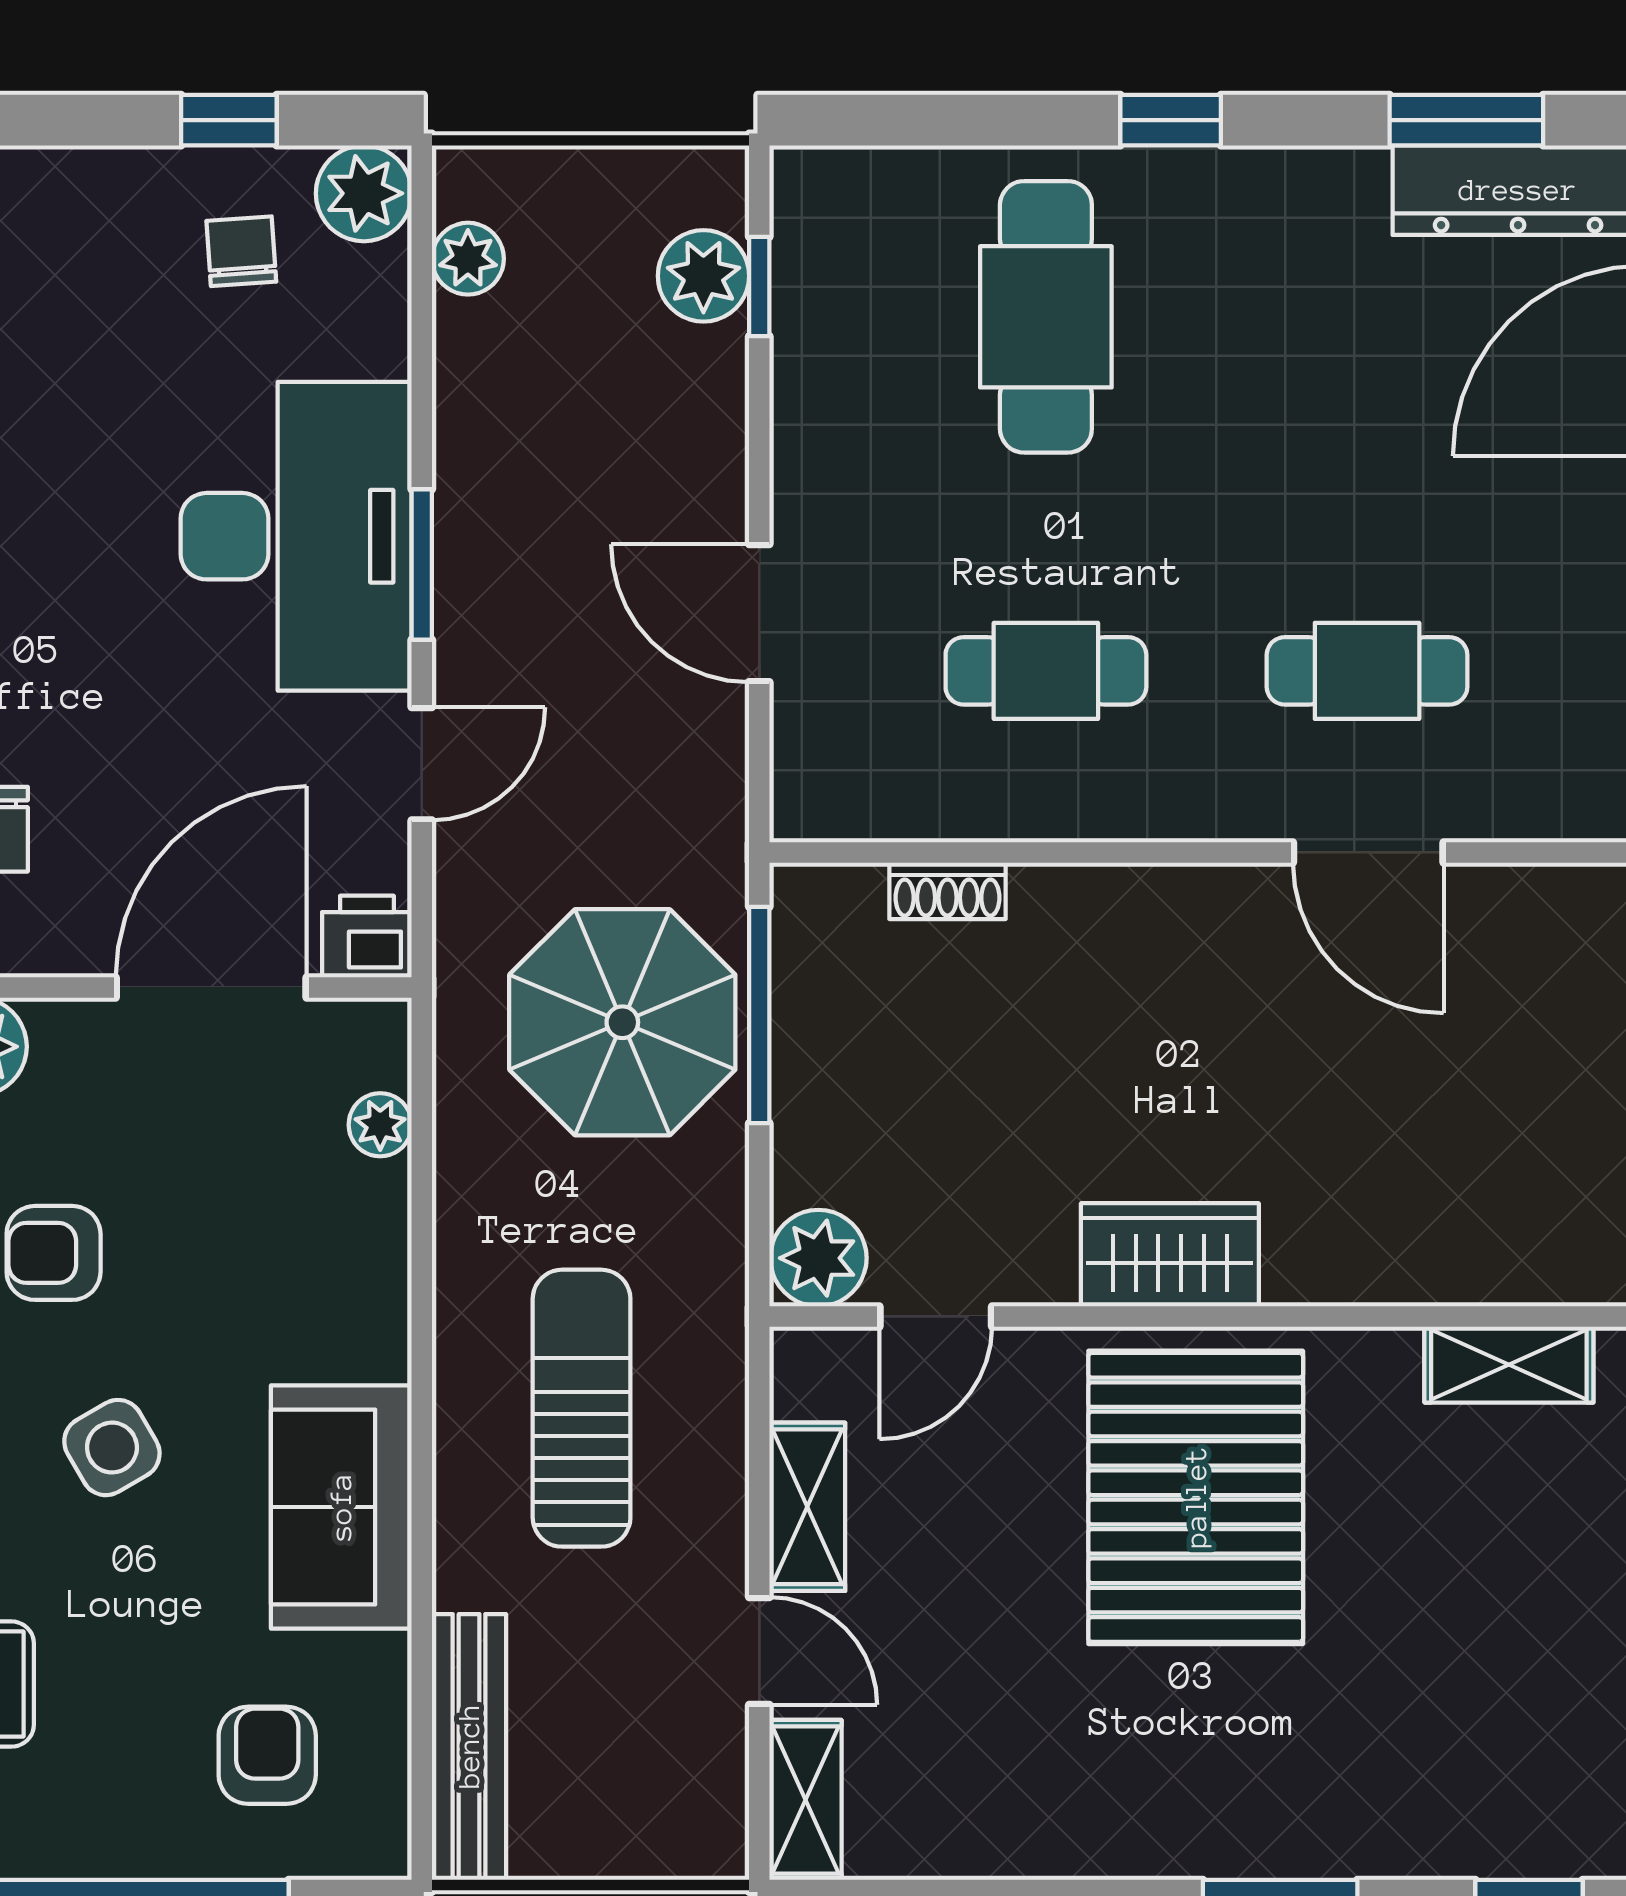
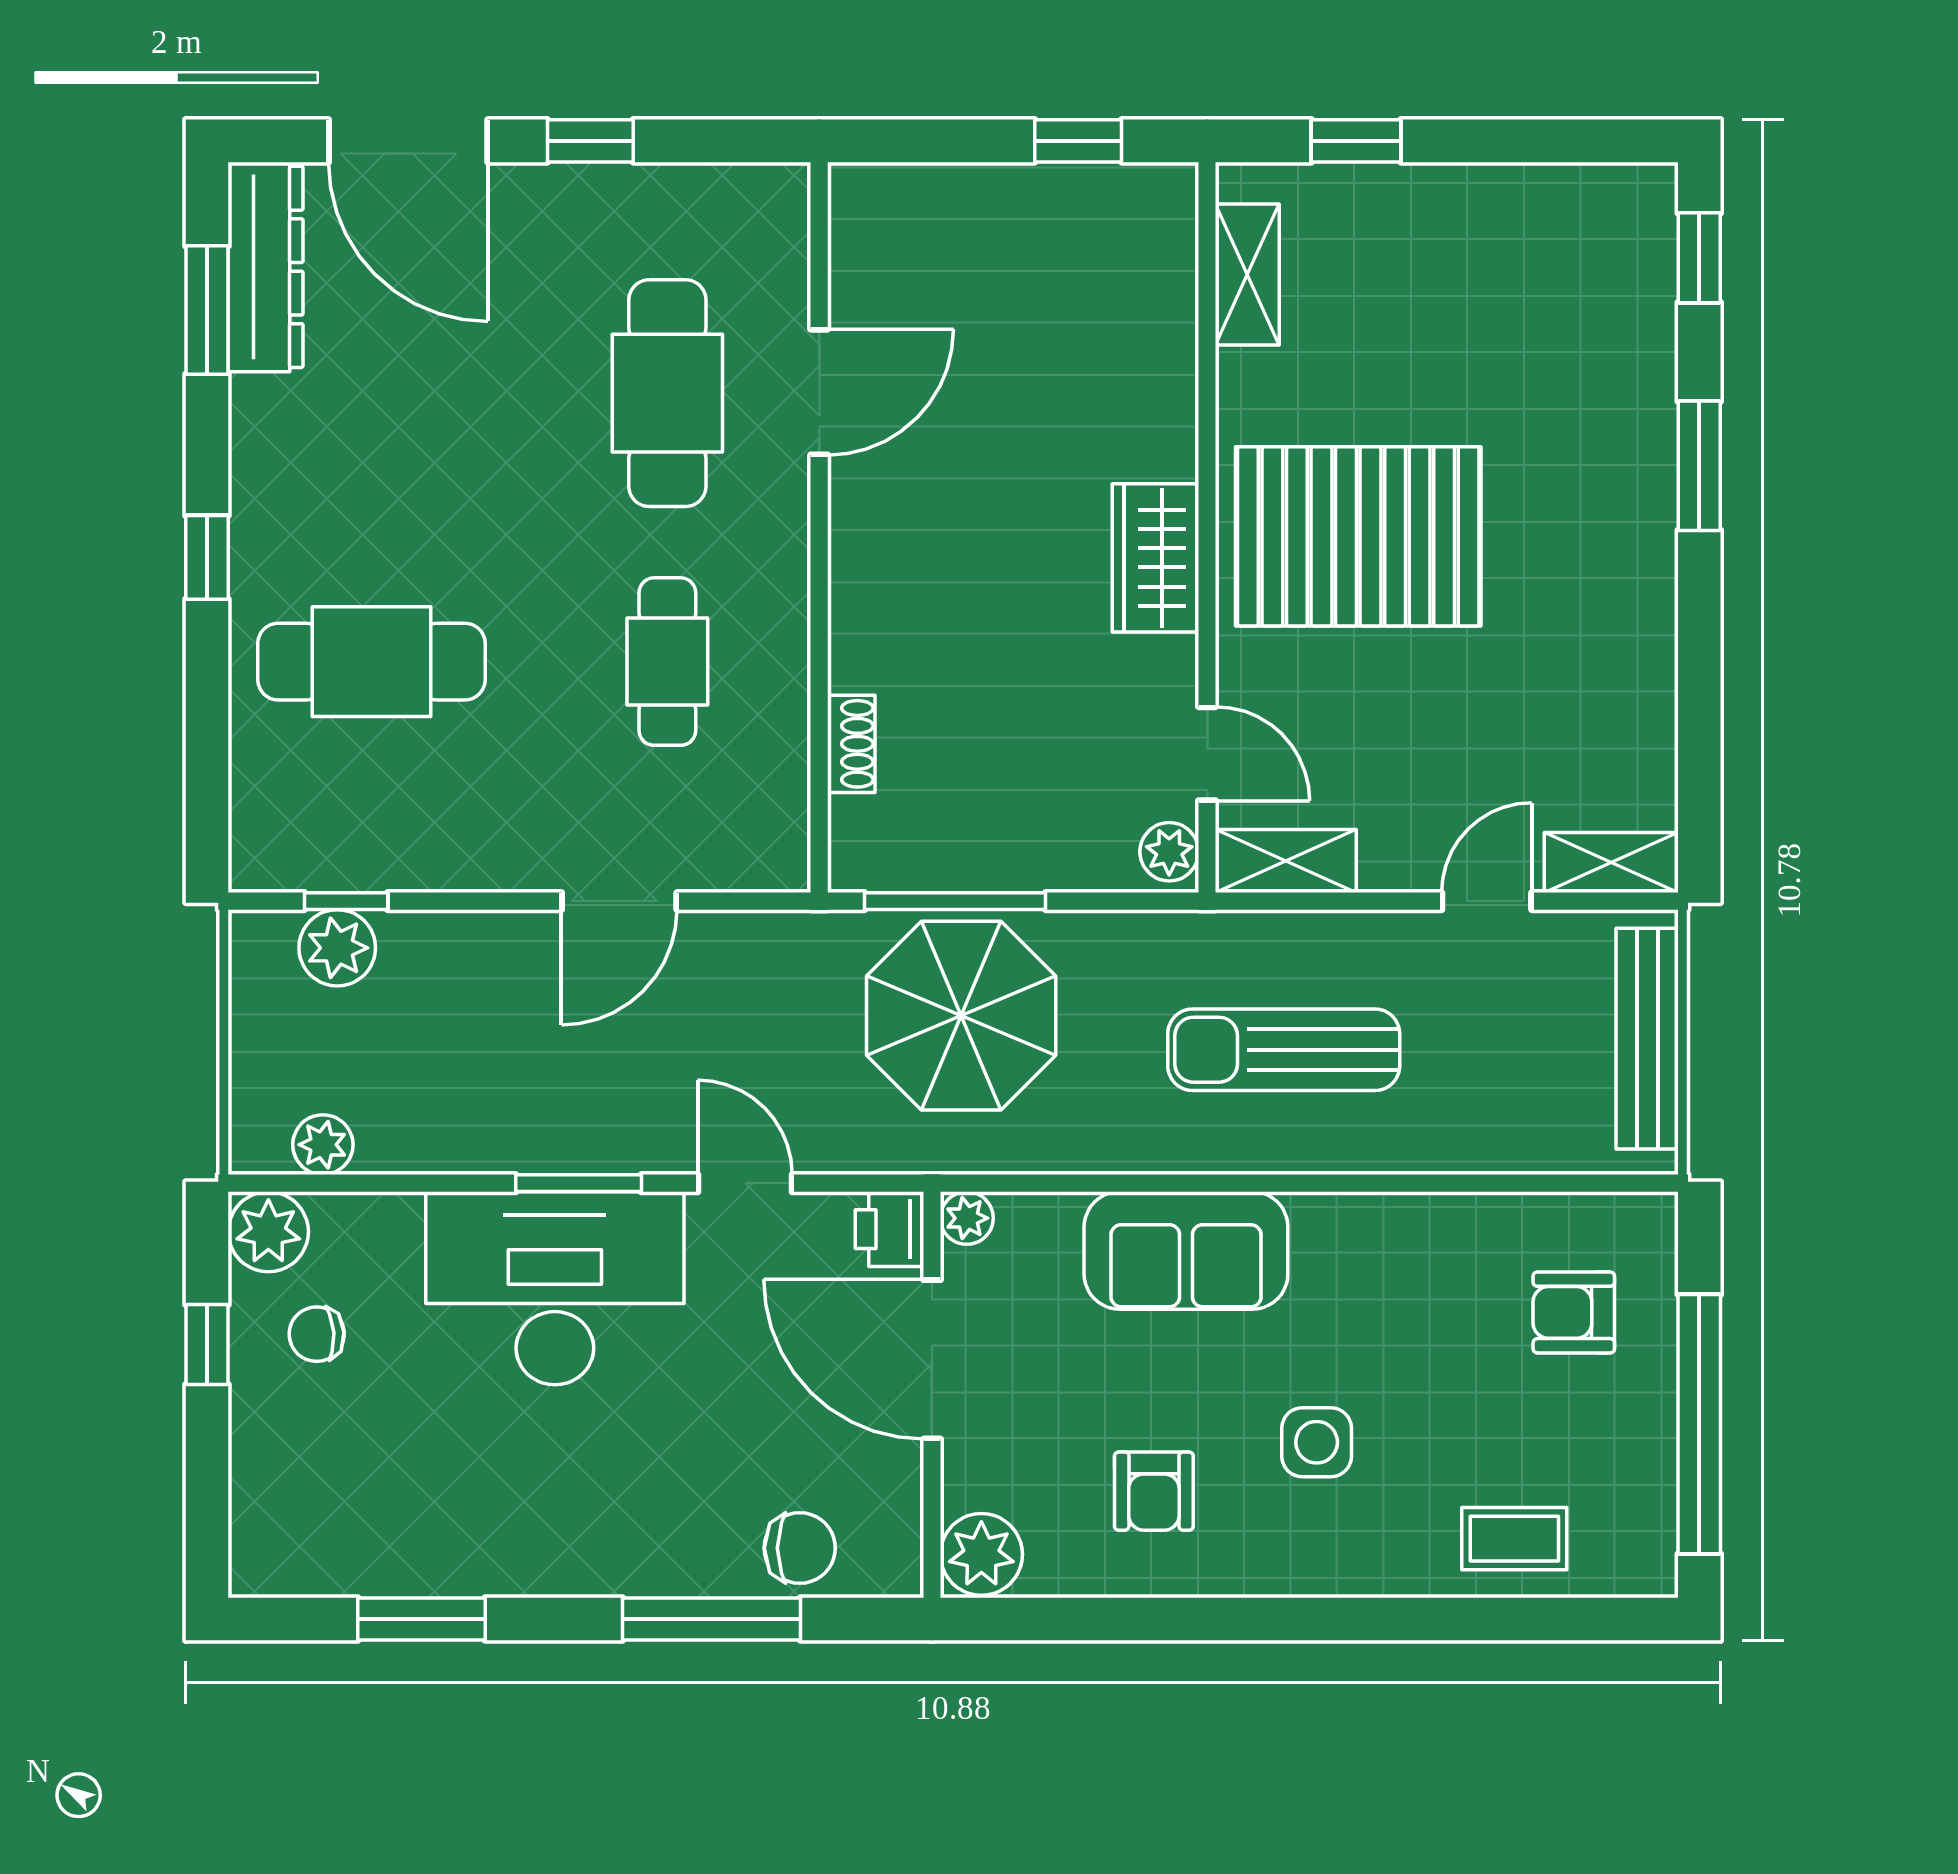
cafe table: (1367, 671) -> (667, 393), width x1.37, depth x1.35
plant: (380, 1125) -> (967, 1218), moved
plant: (818, 1258) -> (1169, 852), width x0.73, depth x0.73
side table: (112, 1448) -> (1317, 1442), turned 30
sofa: (341, 1507) -> (1186, 1250), moved
shelving: (807, 1507) -> (1286, 861), moved
bench: (469, 1746) -> (1647, 1039), moved, turned 90

